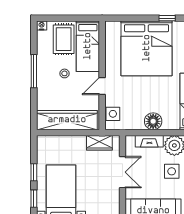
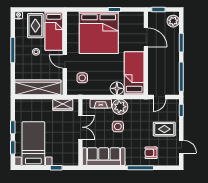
door: (102, 86) -> (65, 61), hinge flipped
side table: (113, 114) -> (82, 78), moved
floor lamp: (153, 121) -> (117, 88), moved

